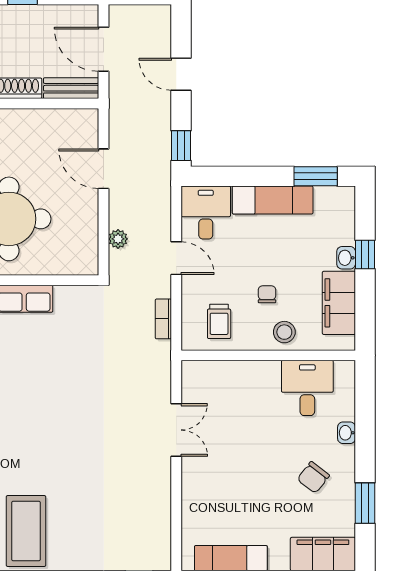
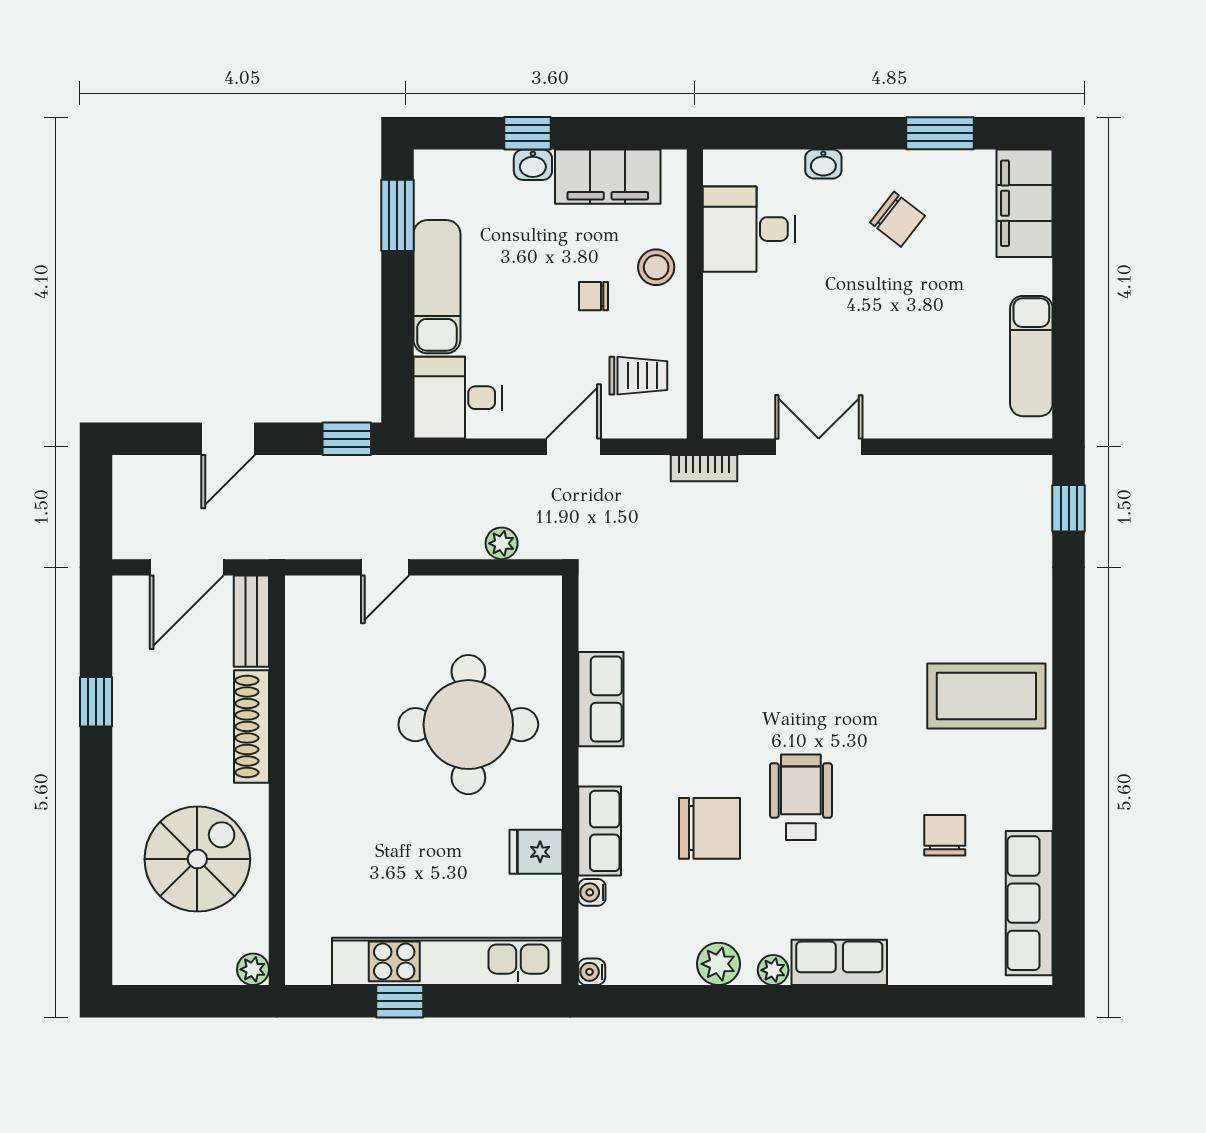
door: (104, 169) -> (385, 567), width x0.73
door: (176, 258) -> (573, 447), moved
bookcase: (163, 319) -> (704, 468), moved

